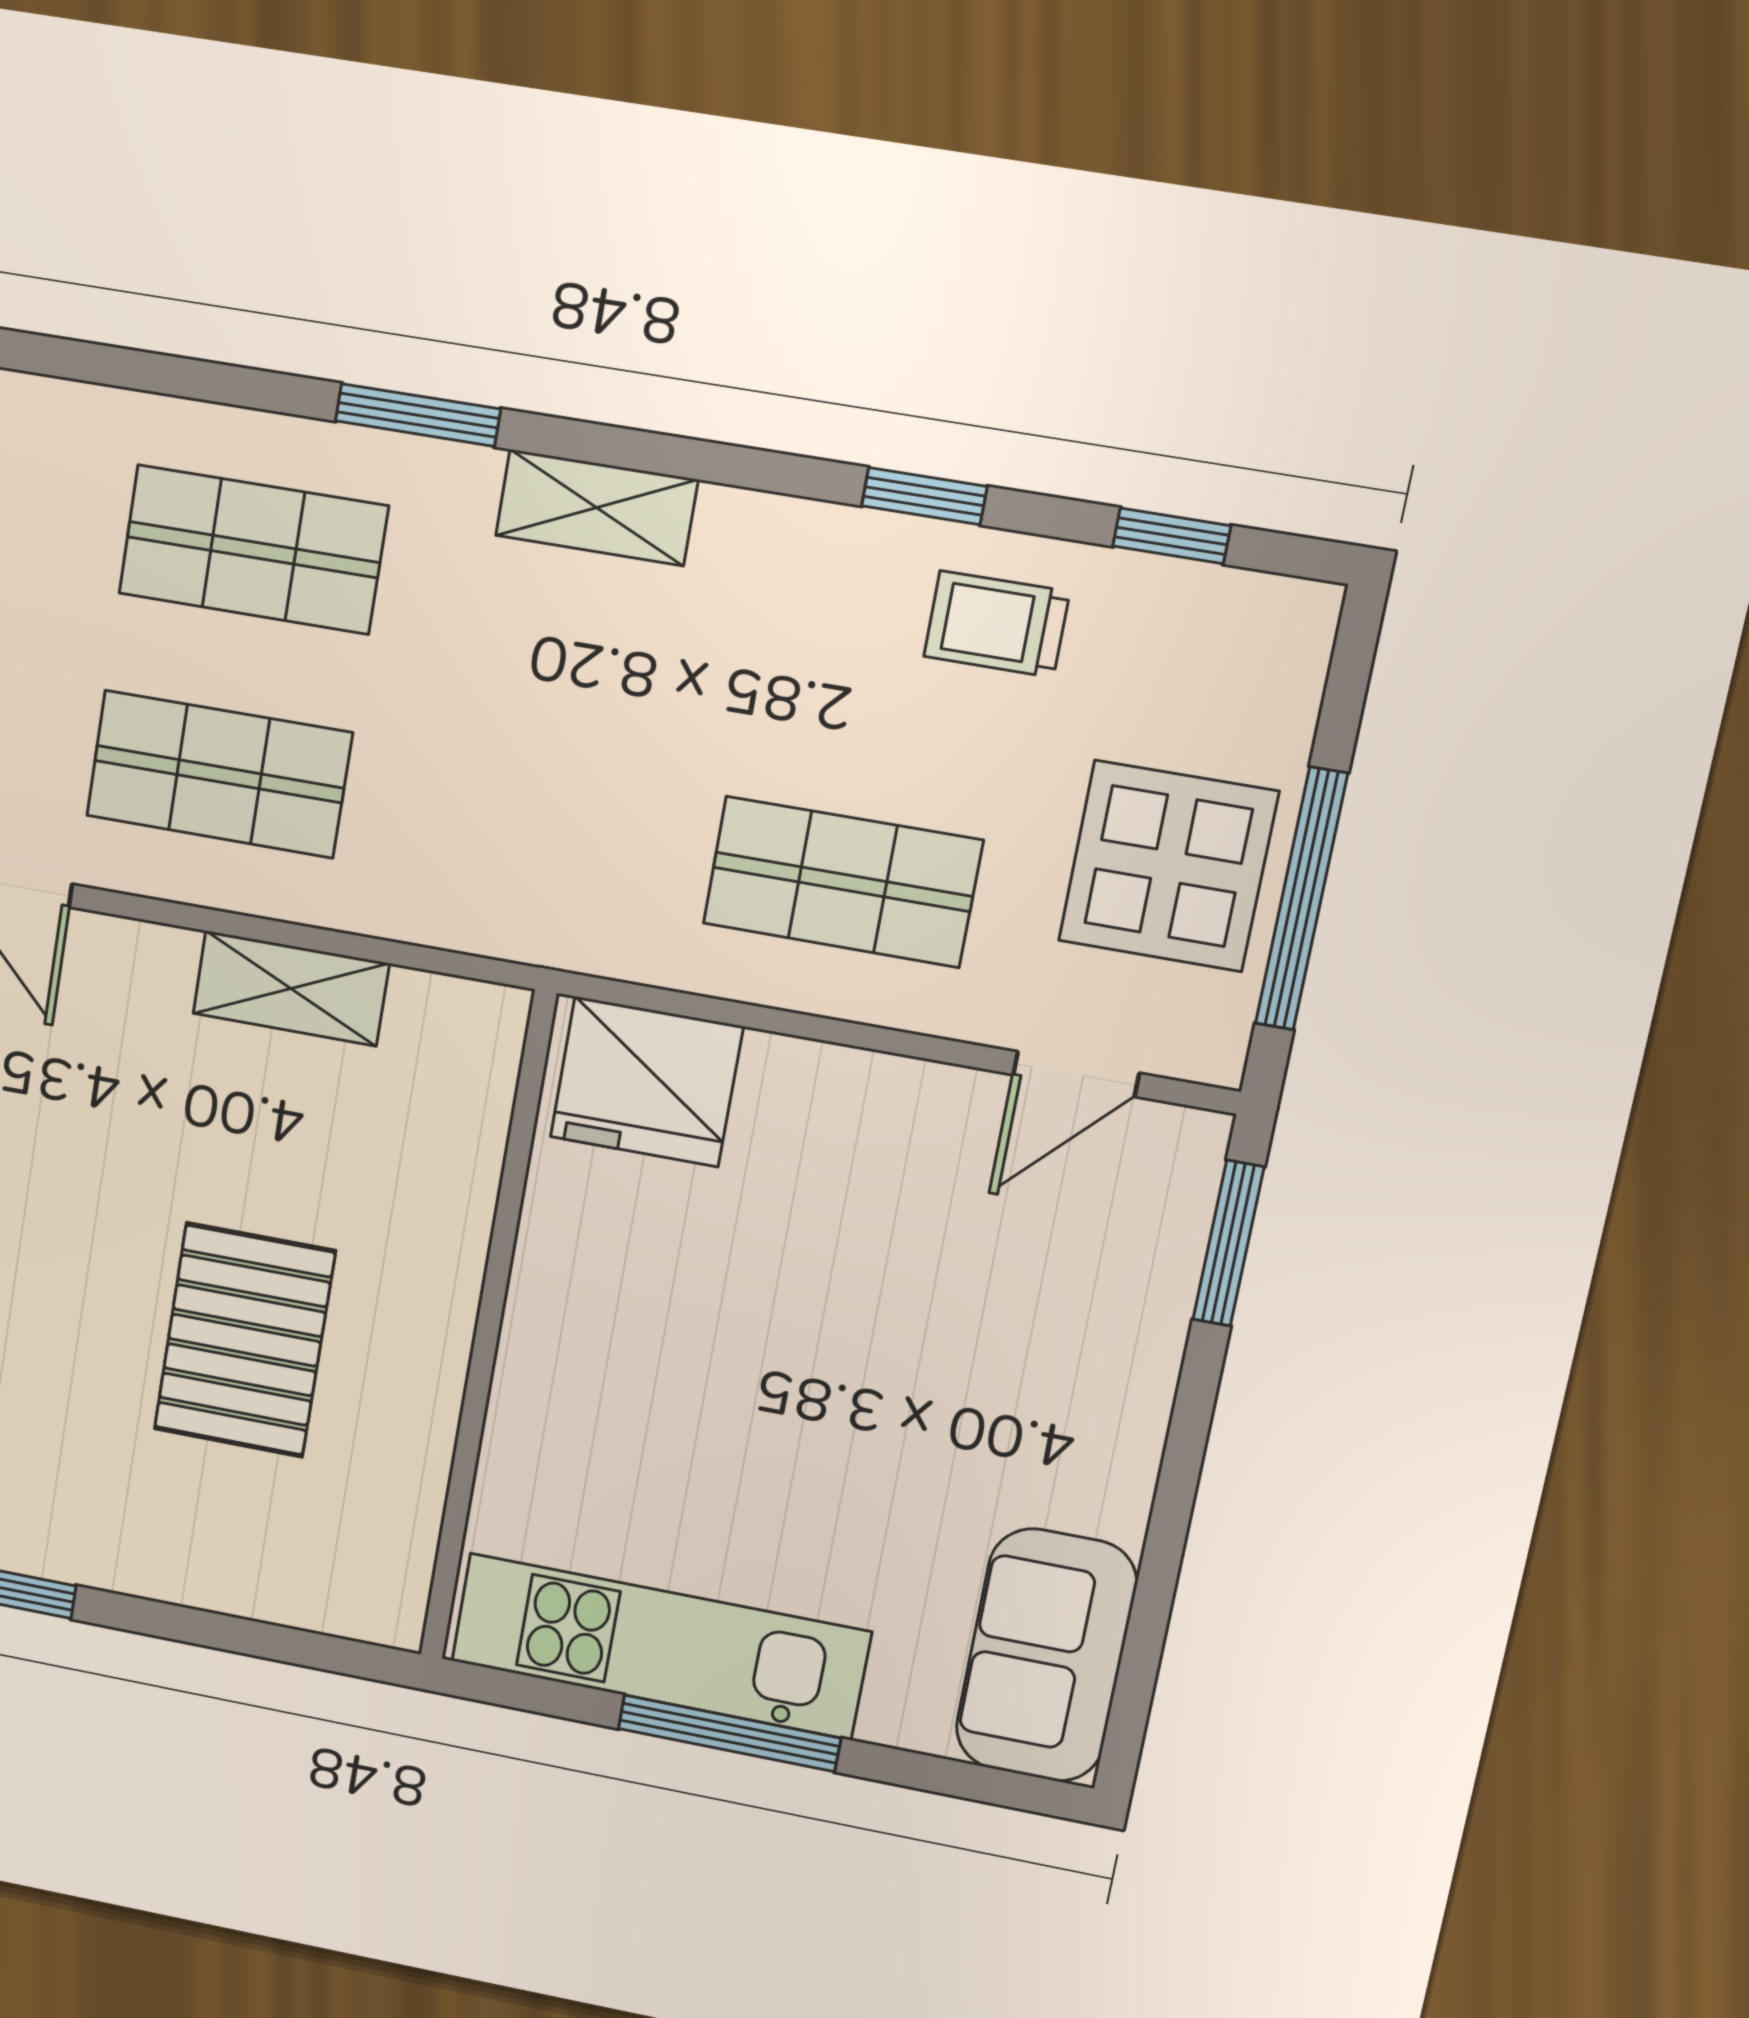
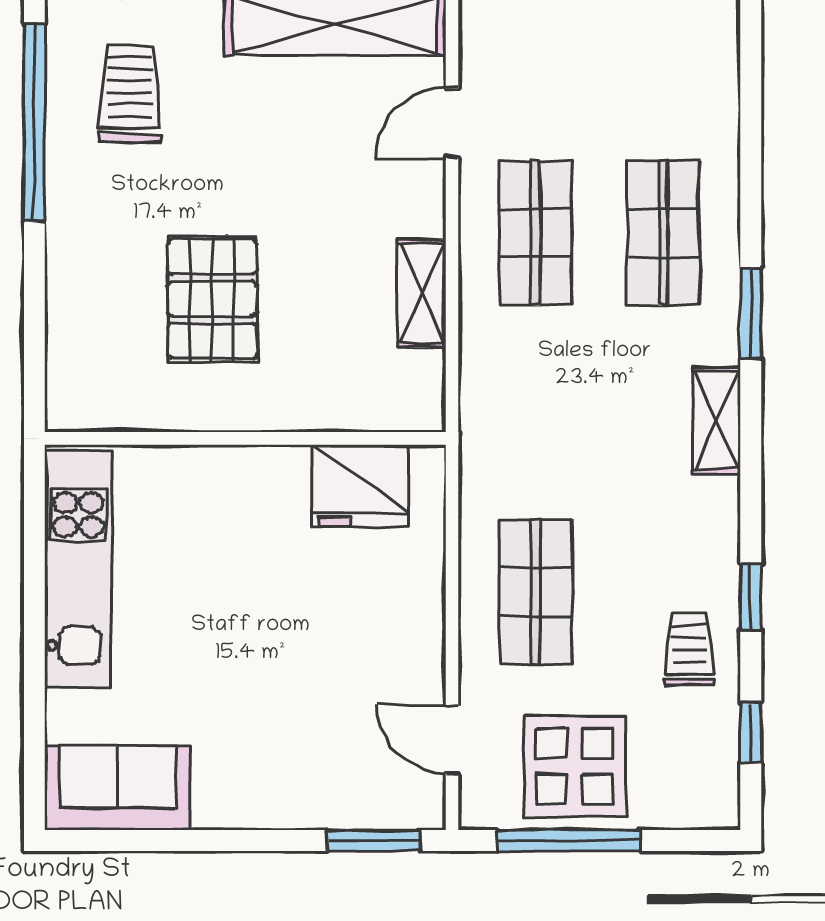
fridge: (647, 1082) -> (360, 486), moved, turned -90
pallet: (244, 1340) -> (212, 299), turned 90
window: (729, 1733) -> (34, 618), removed

